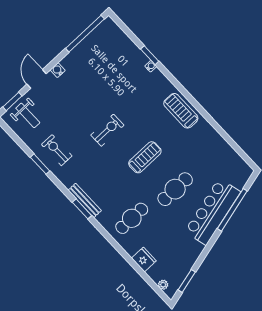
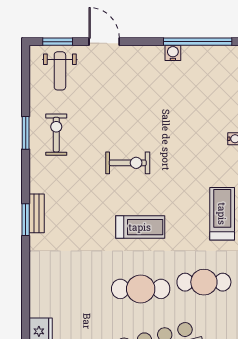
water cooler: (58, 70) -> (173, 53), moved
door: (37, 79) -> (104, 42), hinge flipped
bench: (85, 200) -> (37, 213), width x0.73
cafe table: (132, 218) -> (204, 282), moved

